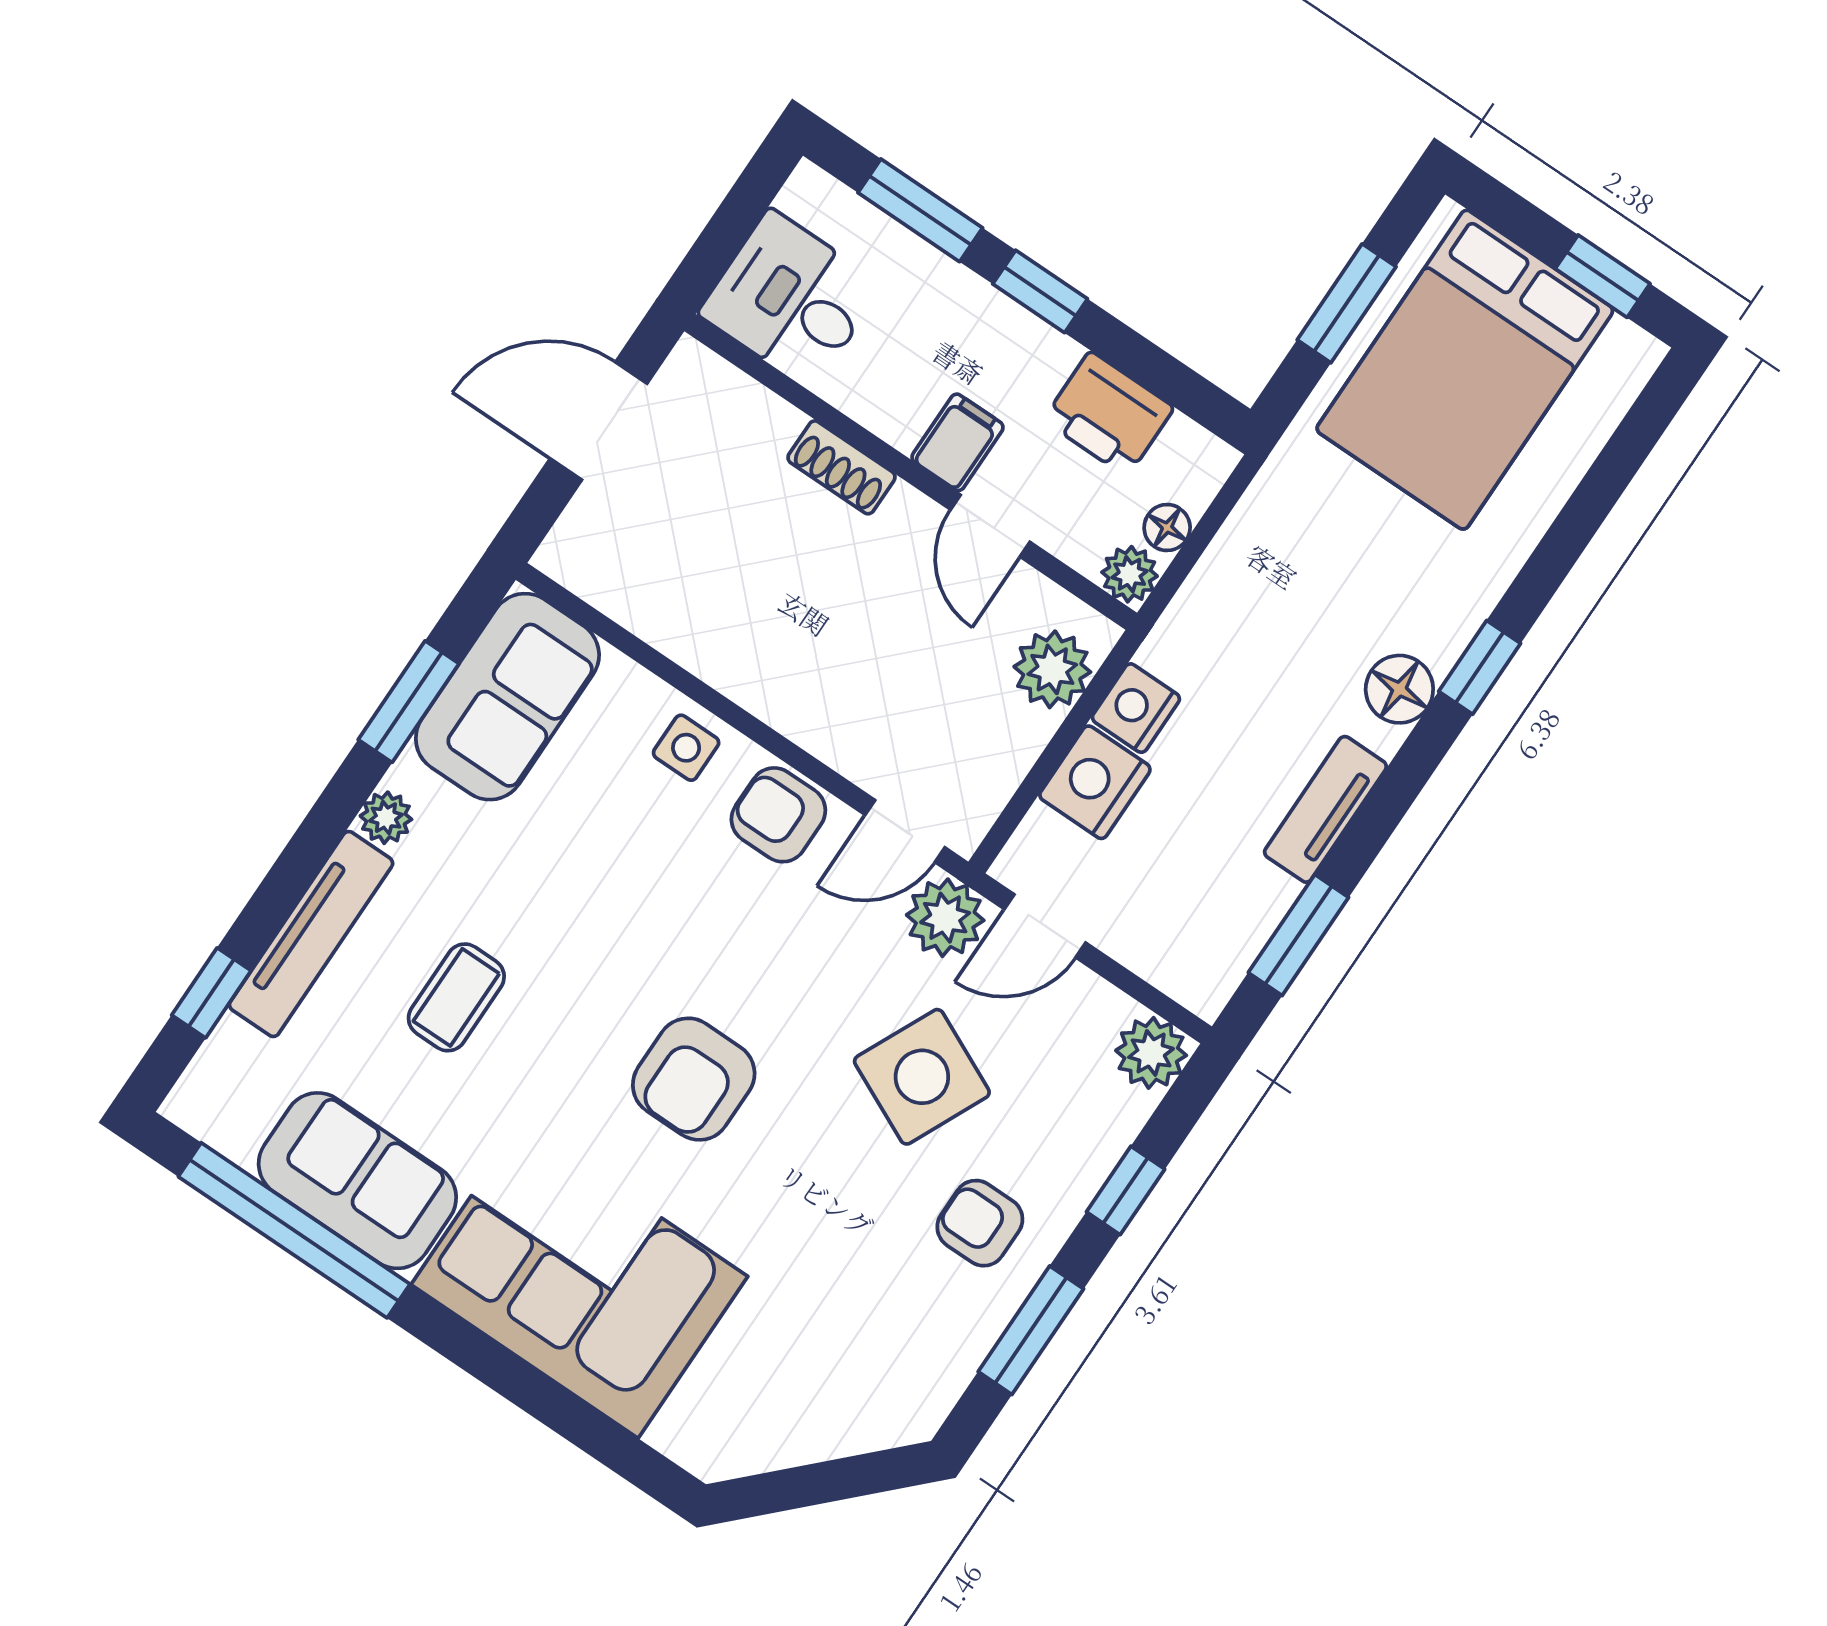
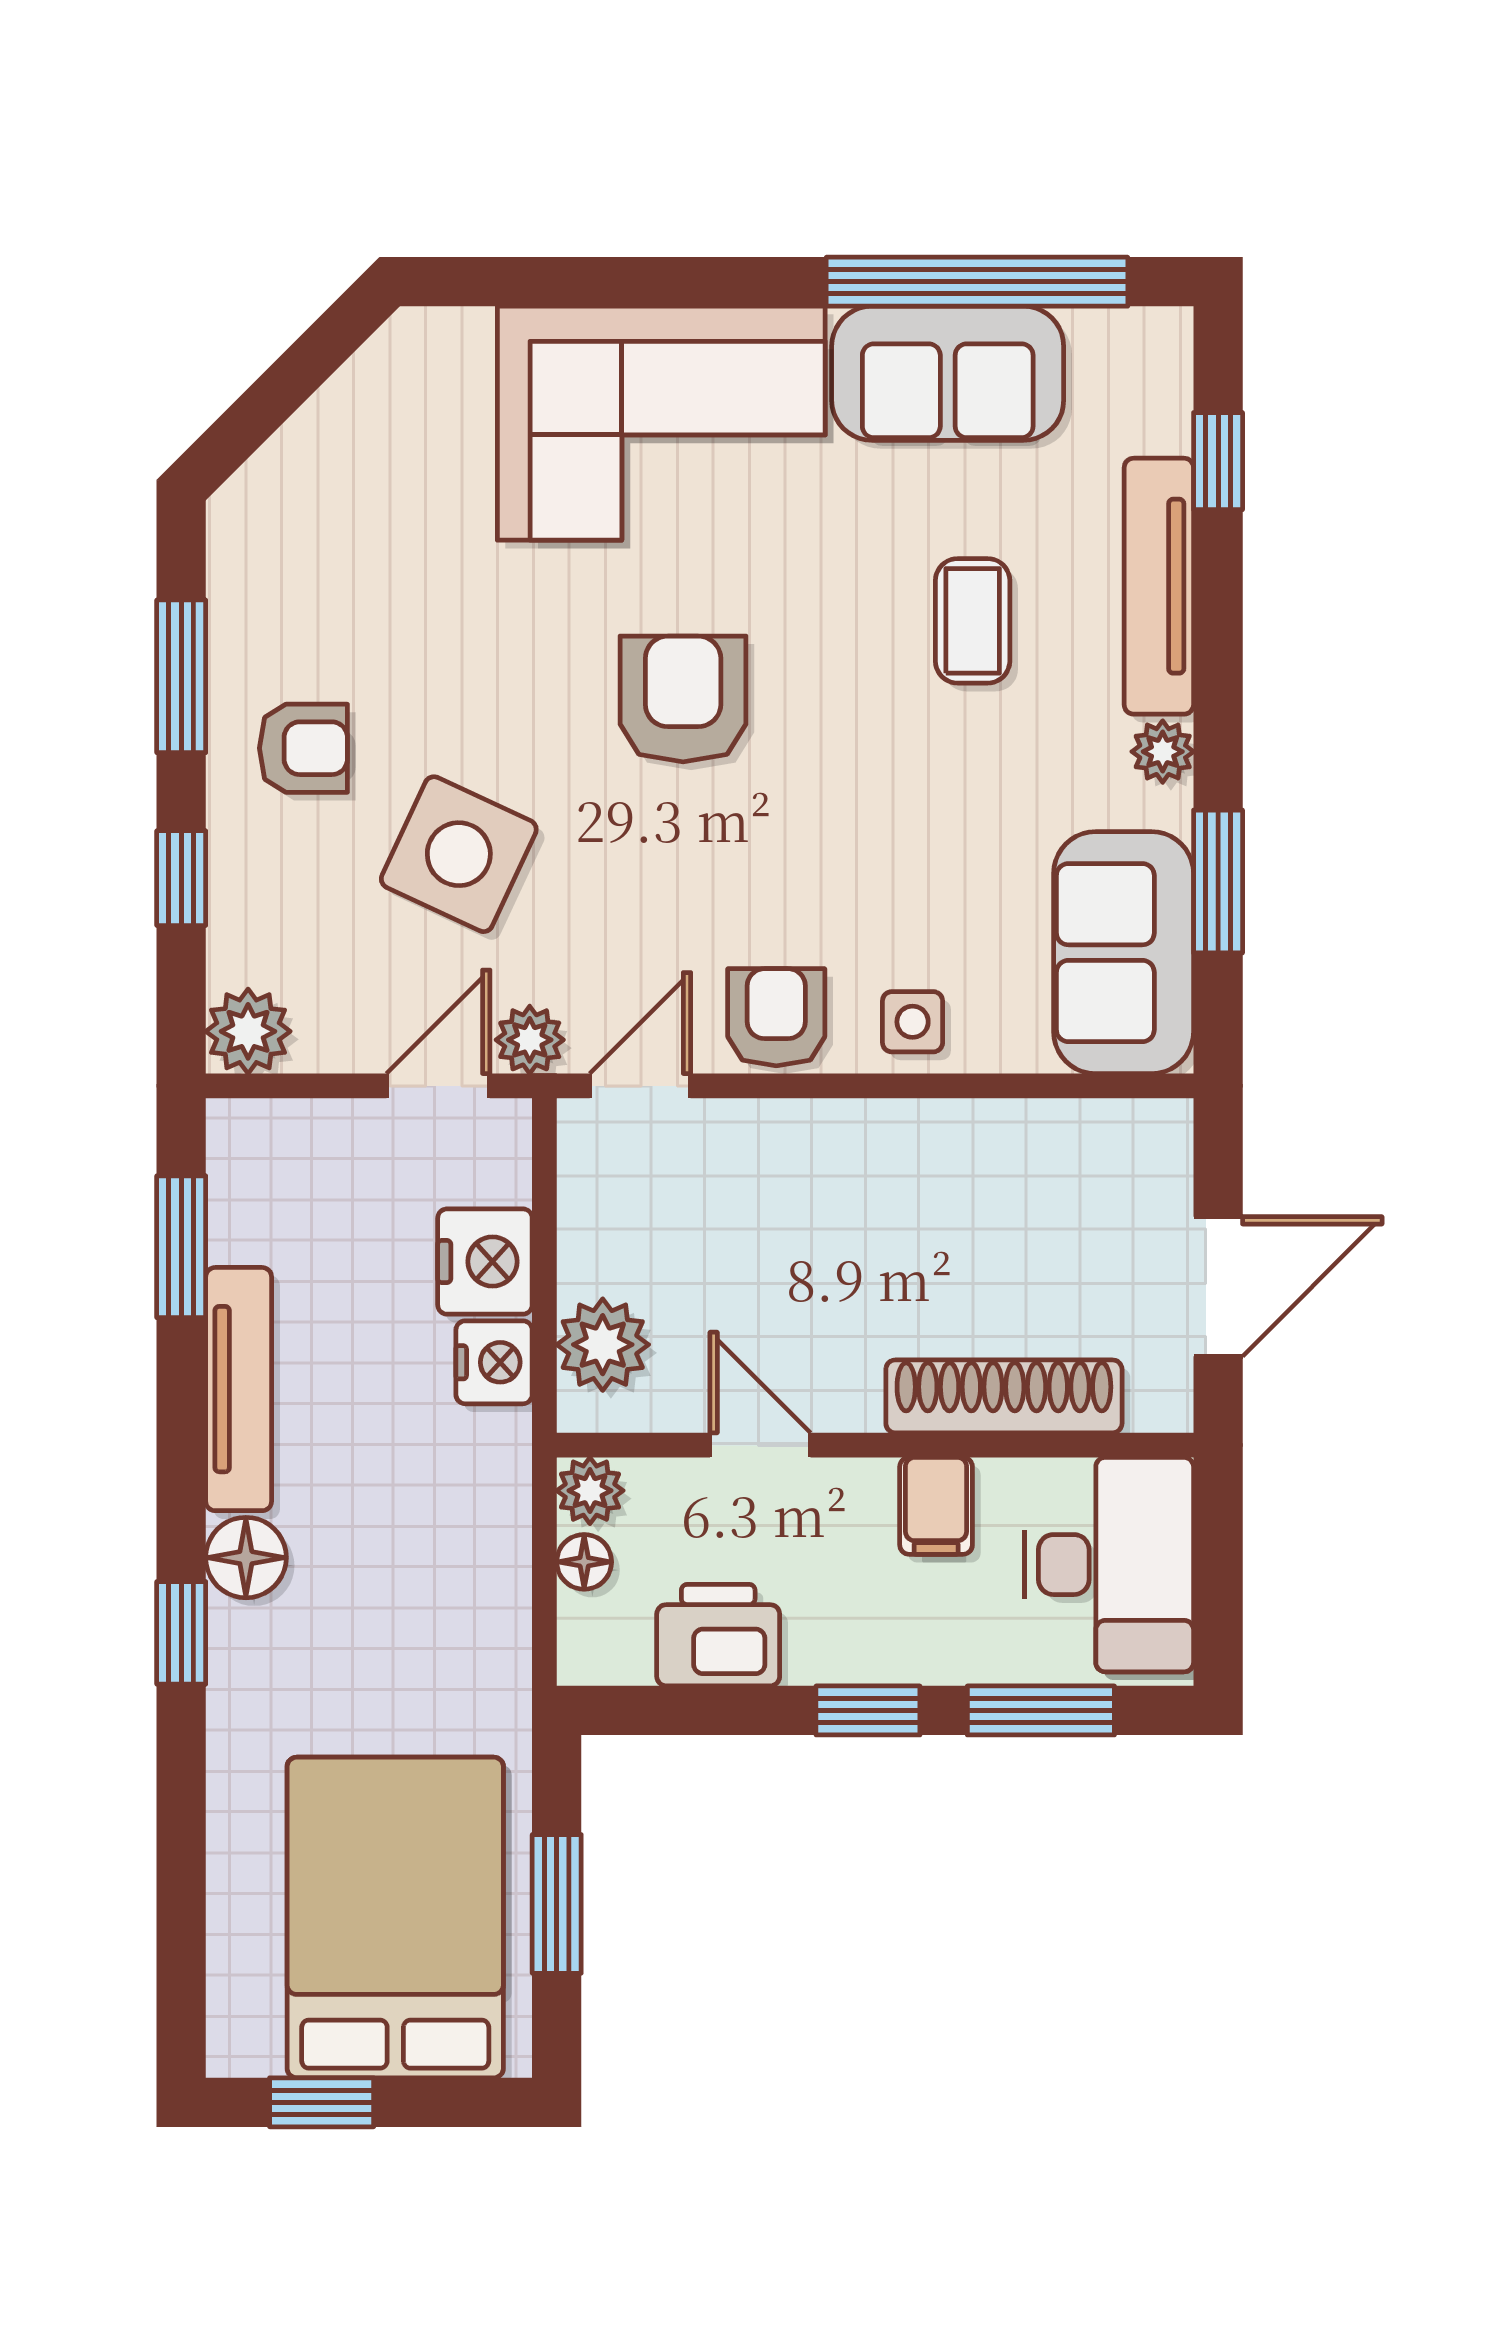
desk: (791, 299) -> (1109, 1565), width x1.37
filing cabinet: (958, 442) -> (936, 1506), moved
shoe rack: (841, 467) -> (1004, 1396), width x1.94, depth x1.24
tv unit: (1325, 809) -> (239, 1389), width x1.41
armchair: (778, 815) -> (776, 1017), turned -90
plant: (945, 918) -> (530, 1040), width x0.73, depth x0.73

